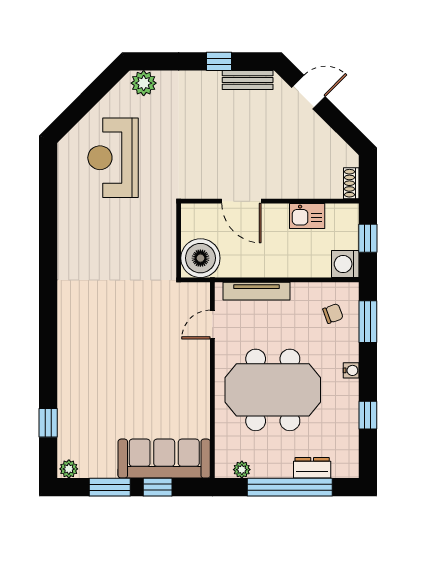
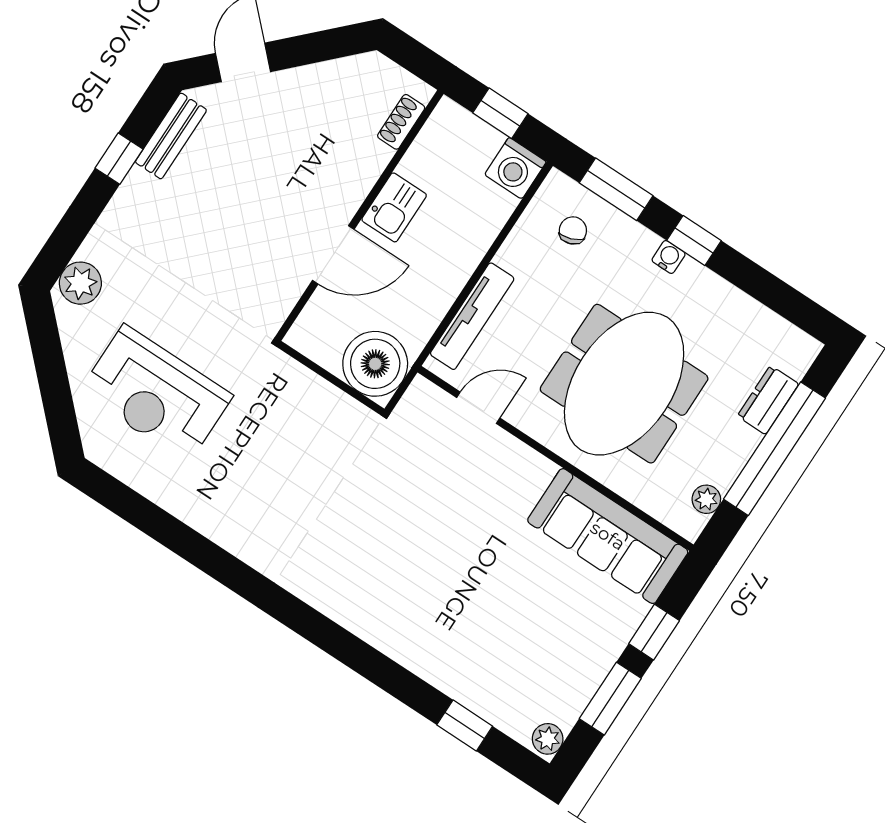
shoe rack: (351, 183) -> (401, 122), moved, turned 90
kitchen sink: (307, 216) -> (394, 207), moved
door: (212, 325) -> (478, 408), swing flipped
window: (368, 415) -> (694, 240), moved
sofa: (164, 459) -> (608, 536), moved, turned -90

